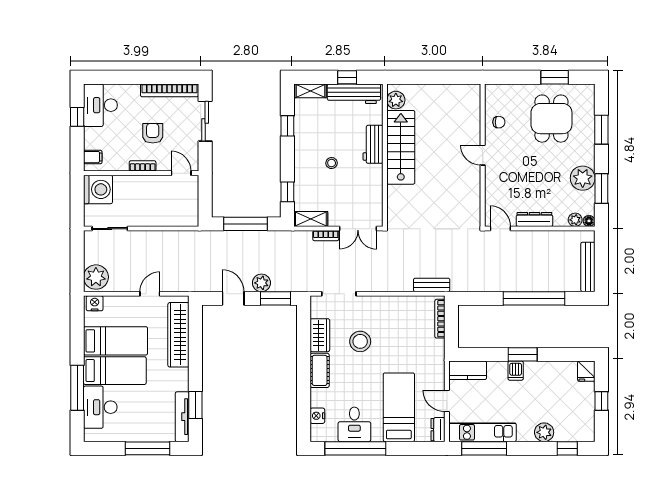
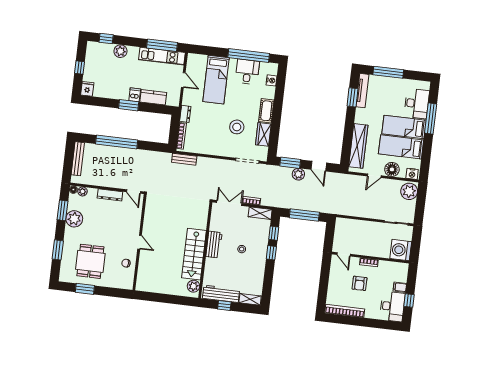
sliding door: (205, 121) -> (323, 287), removed
window: (287, 126) -> (271, 253), moved
workbench: (373, 144) -> (214, 245), moved
filing cabinet: (93, 157) -> (400, 287), moved
floor lamp: (125, 306) -> (392, 169), added
kitchen counter: (468, 370) -> (153, 97), moved
dresser: (438, 430) -> (185, 114), moved

